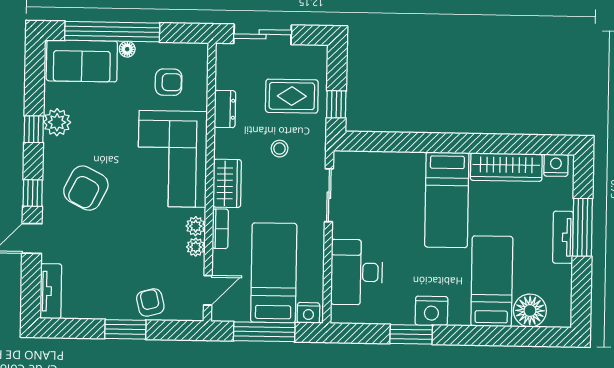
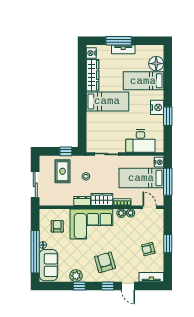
dresser: (225, 109) -> (82, 201), moved
armchair: (86, 188) -> (105, 262), turned -133
armchair: (150, 303) -> (148, 249), moved

